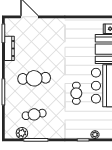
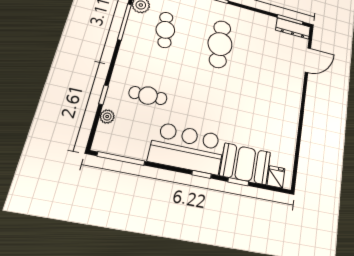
dresser: (9, 48) -> (293, 29), moved
cafe table: (76, 93) -> (148, 96), moved

